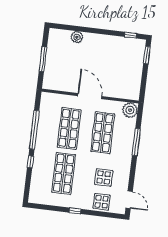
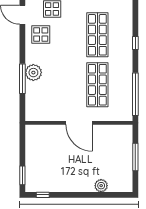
plant: (130, 110) -> (33, 73), moved
window: (34, 130) -> (135, 94), moved
shop shelf: (103, 133) -> (60, 85), removed
display table: (104, 177) -> (41, 34), moved

